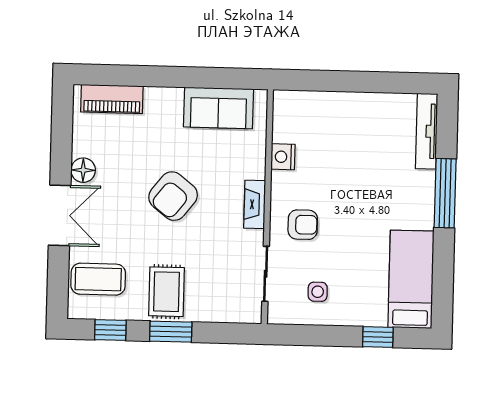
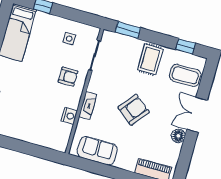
fireplace: (255, 204) -> (88, 106), moved
armchair: (303, 225) -> (68, 77), turned 180
window: (171, 332) -> (128, 30), moved

